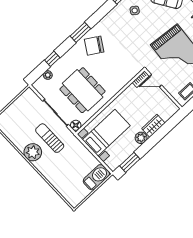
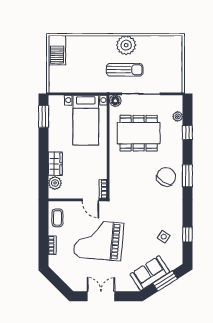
door: (156, 81) -> (90, 200), swing flipped
plant: (141, 138) -> (55, 183), moved
barbecue: (96, 177) -> (57, 50), moved

